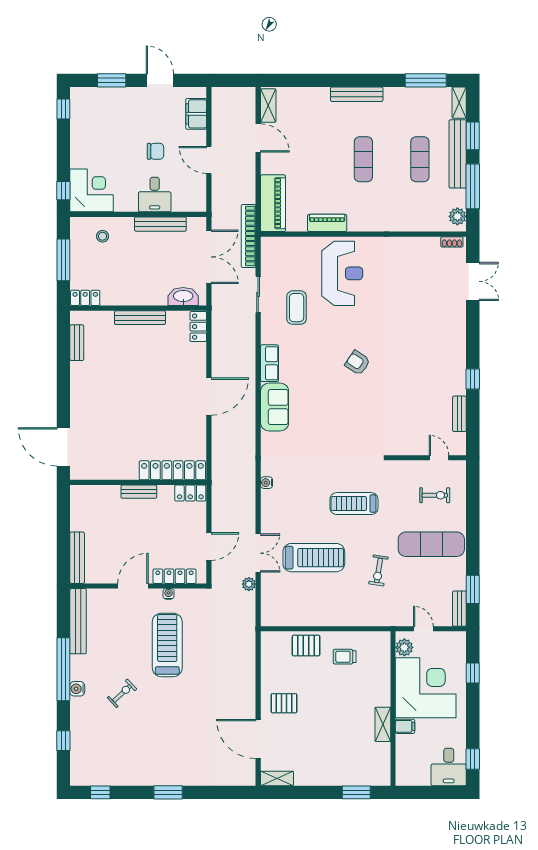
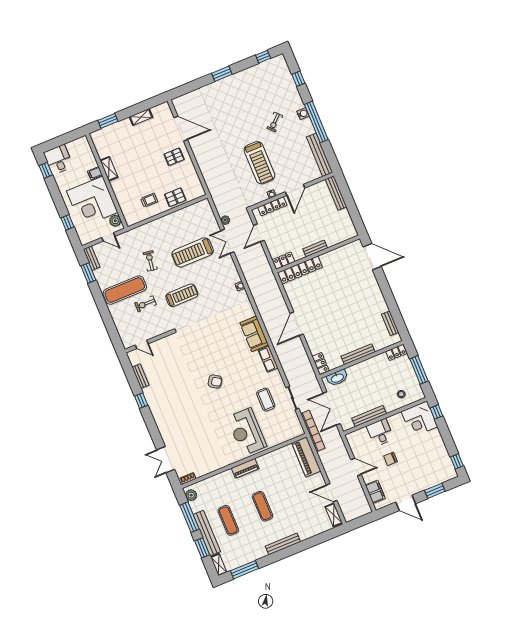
piano: (327, 223) -> (245, 468), moved
exercise bike: (435, 495) -> (145, 304), moved
shelving: (277, 778) -> (141, 117), moved

